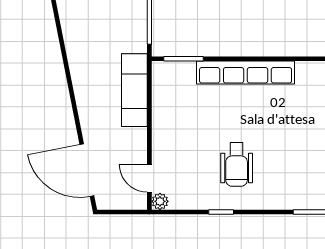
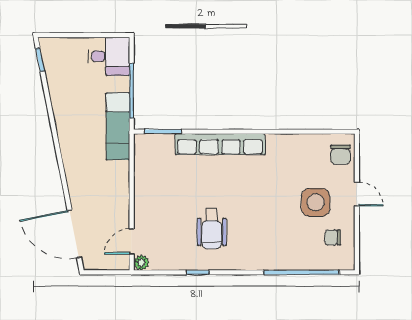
exam couch: (134, 90) -> (118, 126), moved
door: (149, 178) -> (132, 241), hinge flipped

